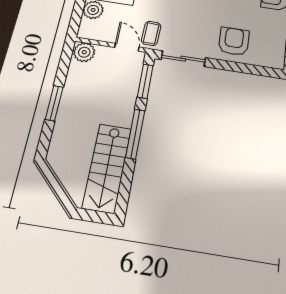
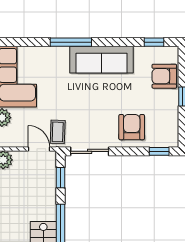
window: (262, 71) -> (159, 151), added
window: (145, 81) -> (60, 178), width x0.67

